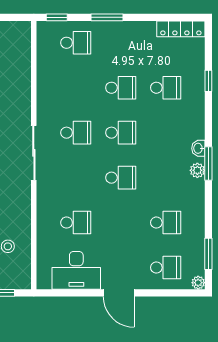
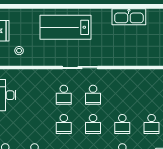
school desk: (76, 43) -> (152, 124), moved
school desk: (76, 223) -> (64, 95), moved

